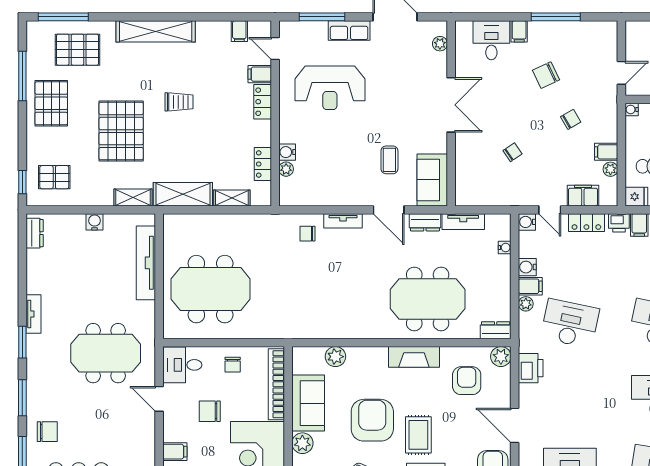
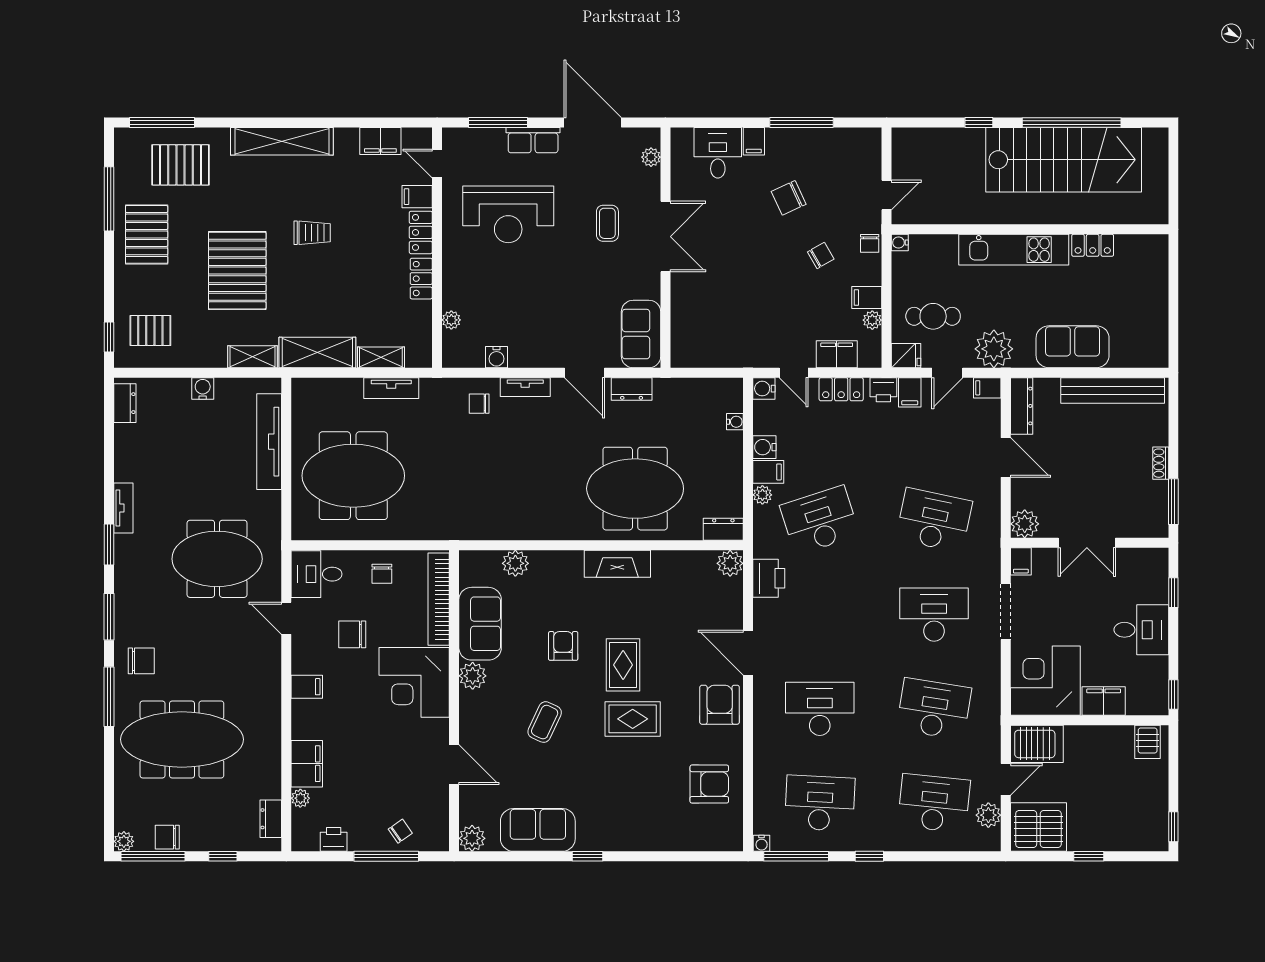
filing cabinet: (239, 31) -> (380, 141), width x2.00
water cooler: (287, 152) -> (497, 357), moved, turned -90
chair: (512, 152) -> (870, 243), moved, turned 124
coffee table: (389, 160) -> (607, 223), moved
locker: (263, 164) -> (421, 279), moved
tv unit: (463, 222) -> (391, 388), moved
desk: (570, 323) -> (820, 520), turned -30
armchair: (467, 381) -> (686, 595), removed
armchair: (372, 420) -> (563, 646), width x0.53, depth x0.53

